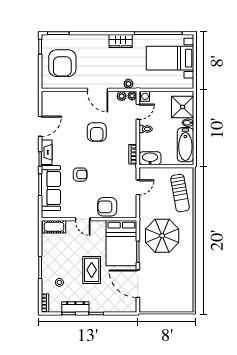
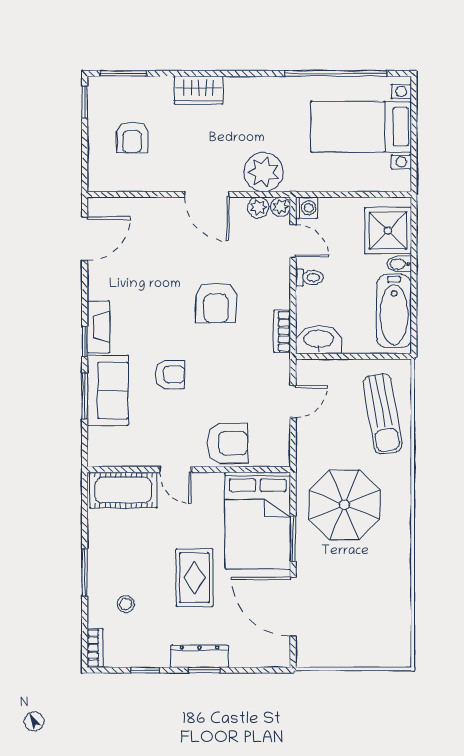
wardrobe: (121, 41) -> (199, 90), moved
armchair: (62, 63) -> (132, 137), width x0.53, depth x0.53
plant: (128, 84) -> (264, 172), width x1.88, depth x1.88
door: (138, 112) -> (293, 241), hinge flipped
door: (40, 126) -> (85, 239), moved
armchair: (97, 132) -> (216, 303), moved
sofa: (51, 188) -> (108, 390), width x0.73
armchair: (107, 207) -> (228, 443), turned 180
cot: (54, 227) -> (123, 490), width x1.37, depth x1.34
dresser: (75, 307) -> (200, 656), moved

